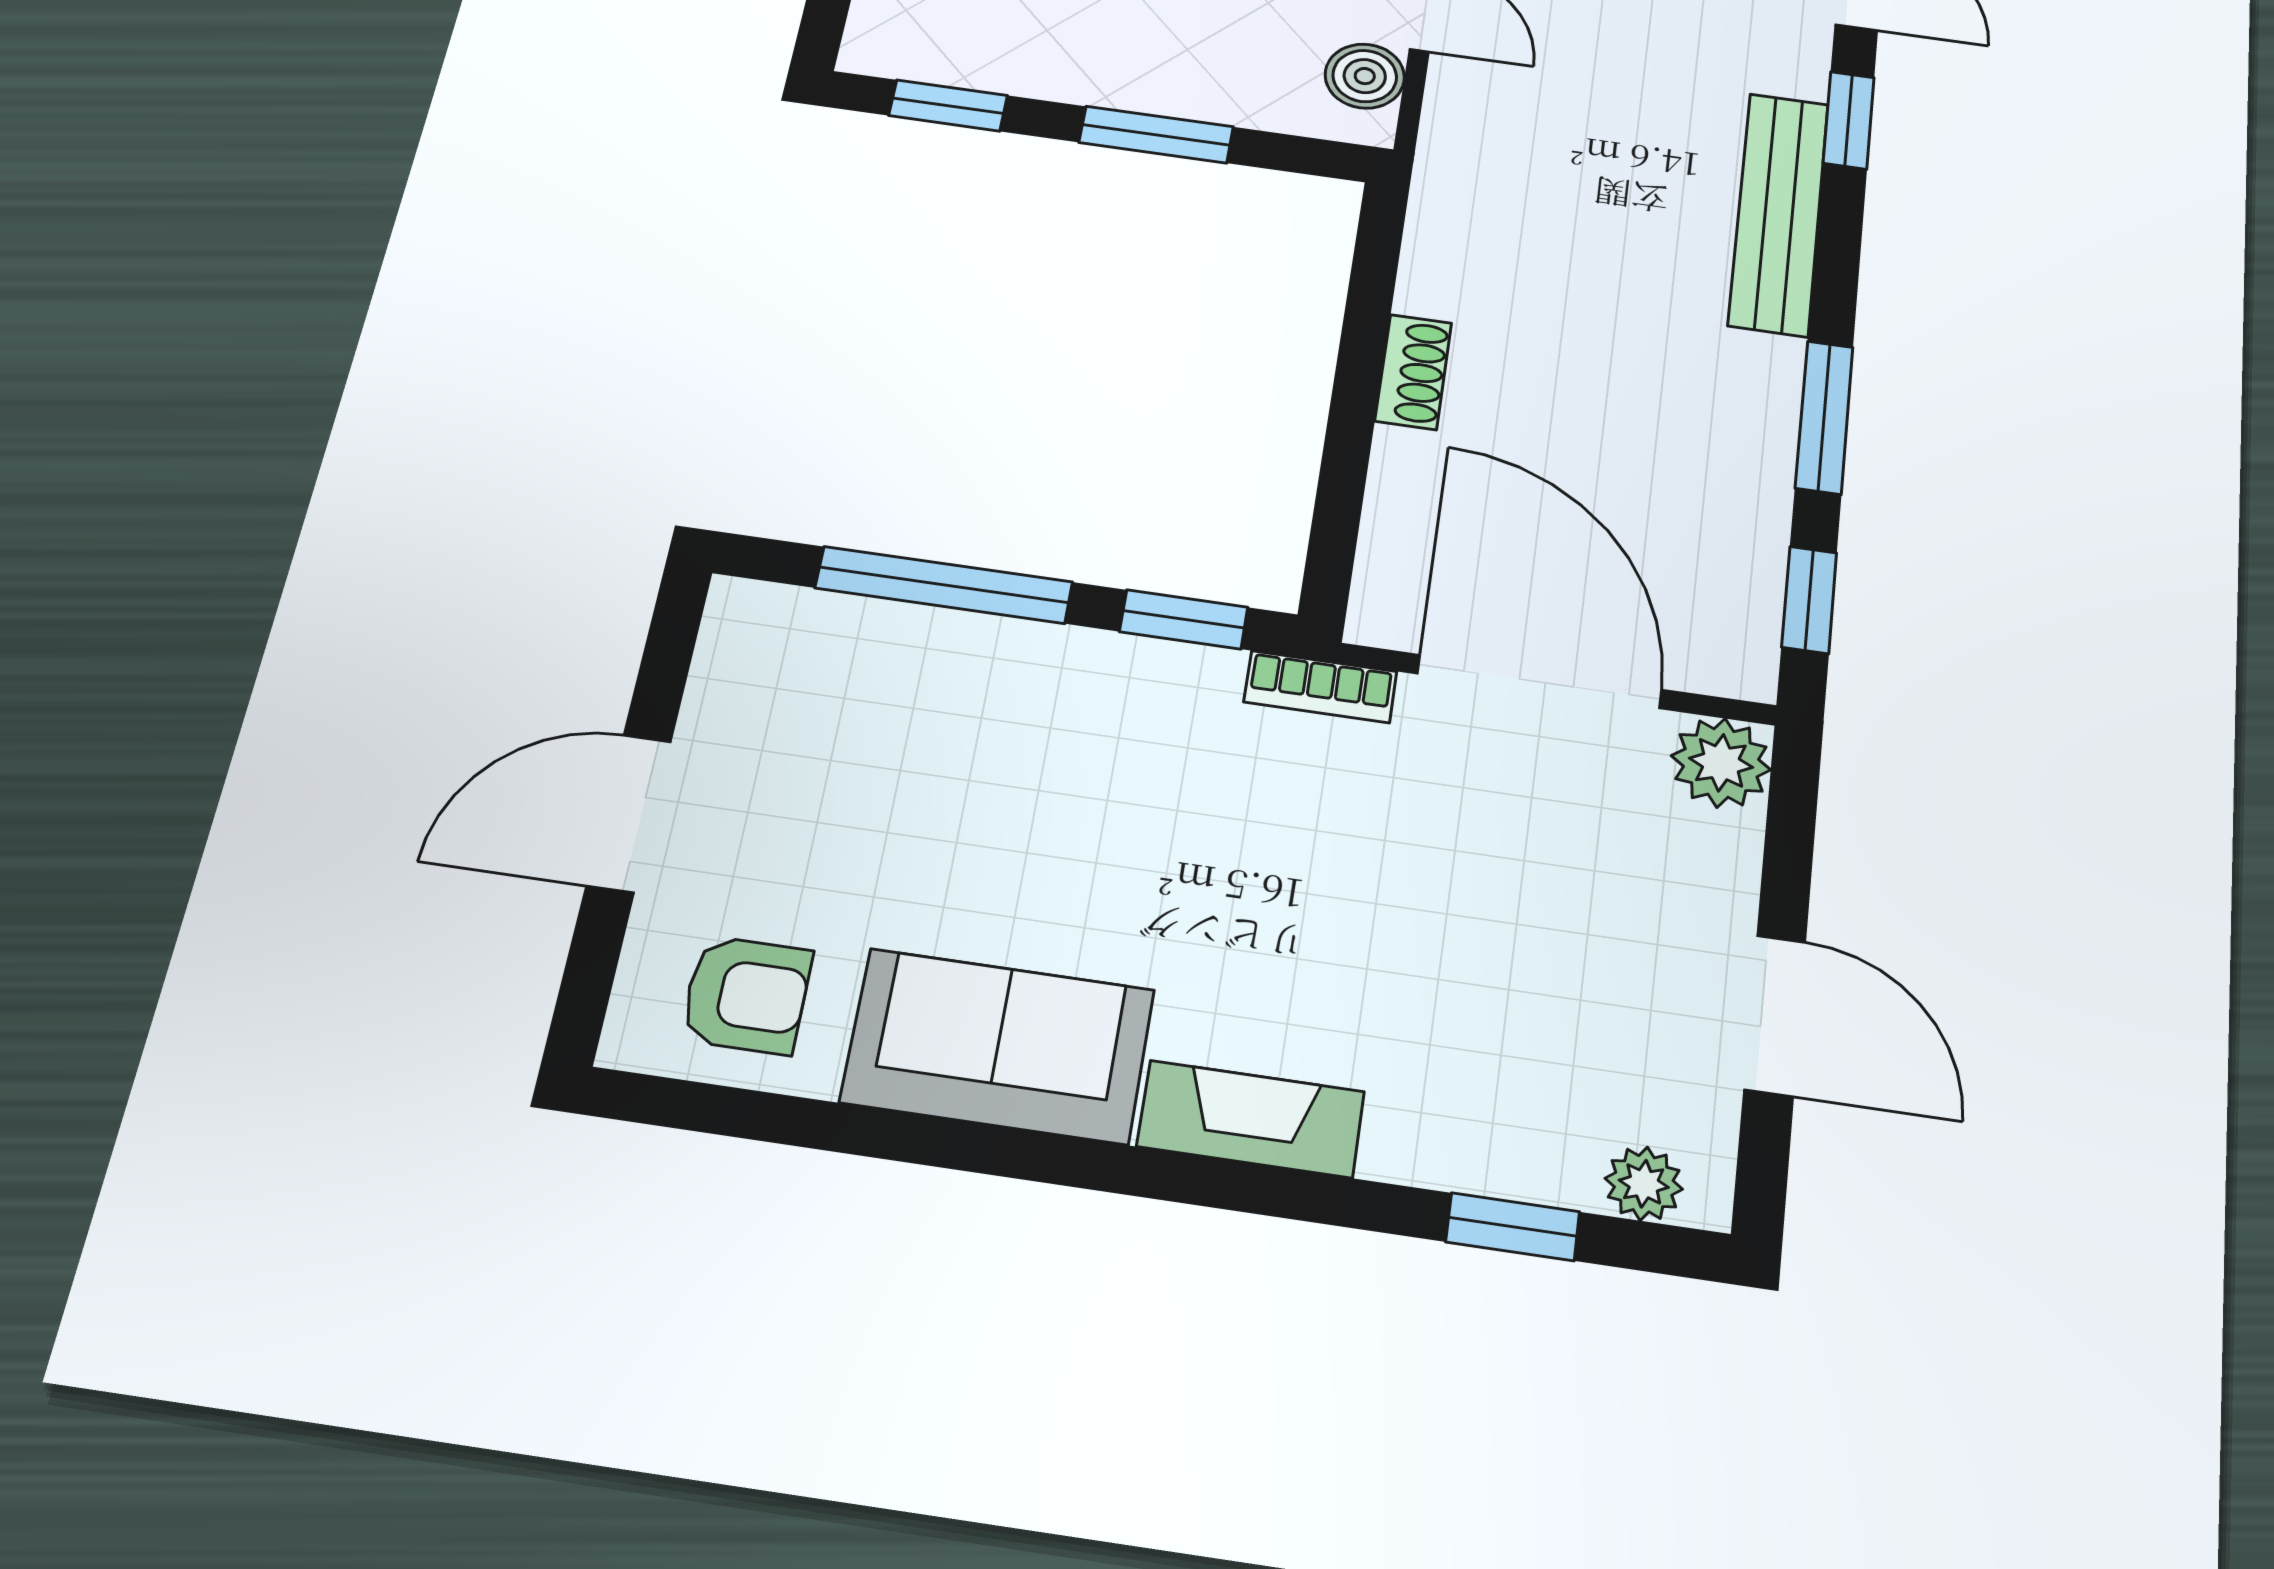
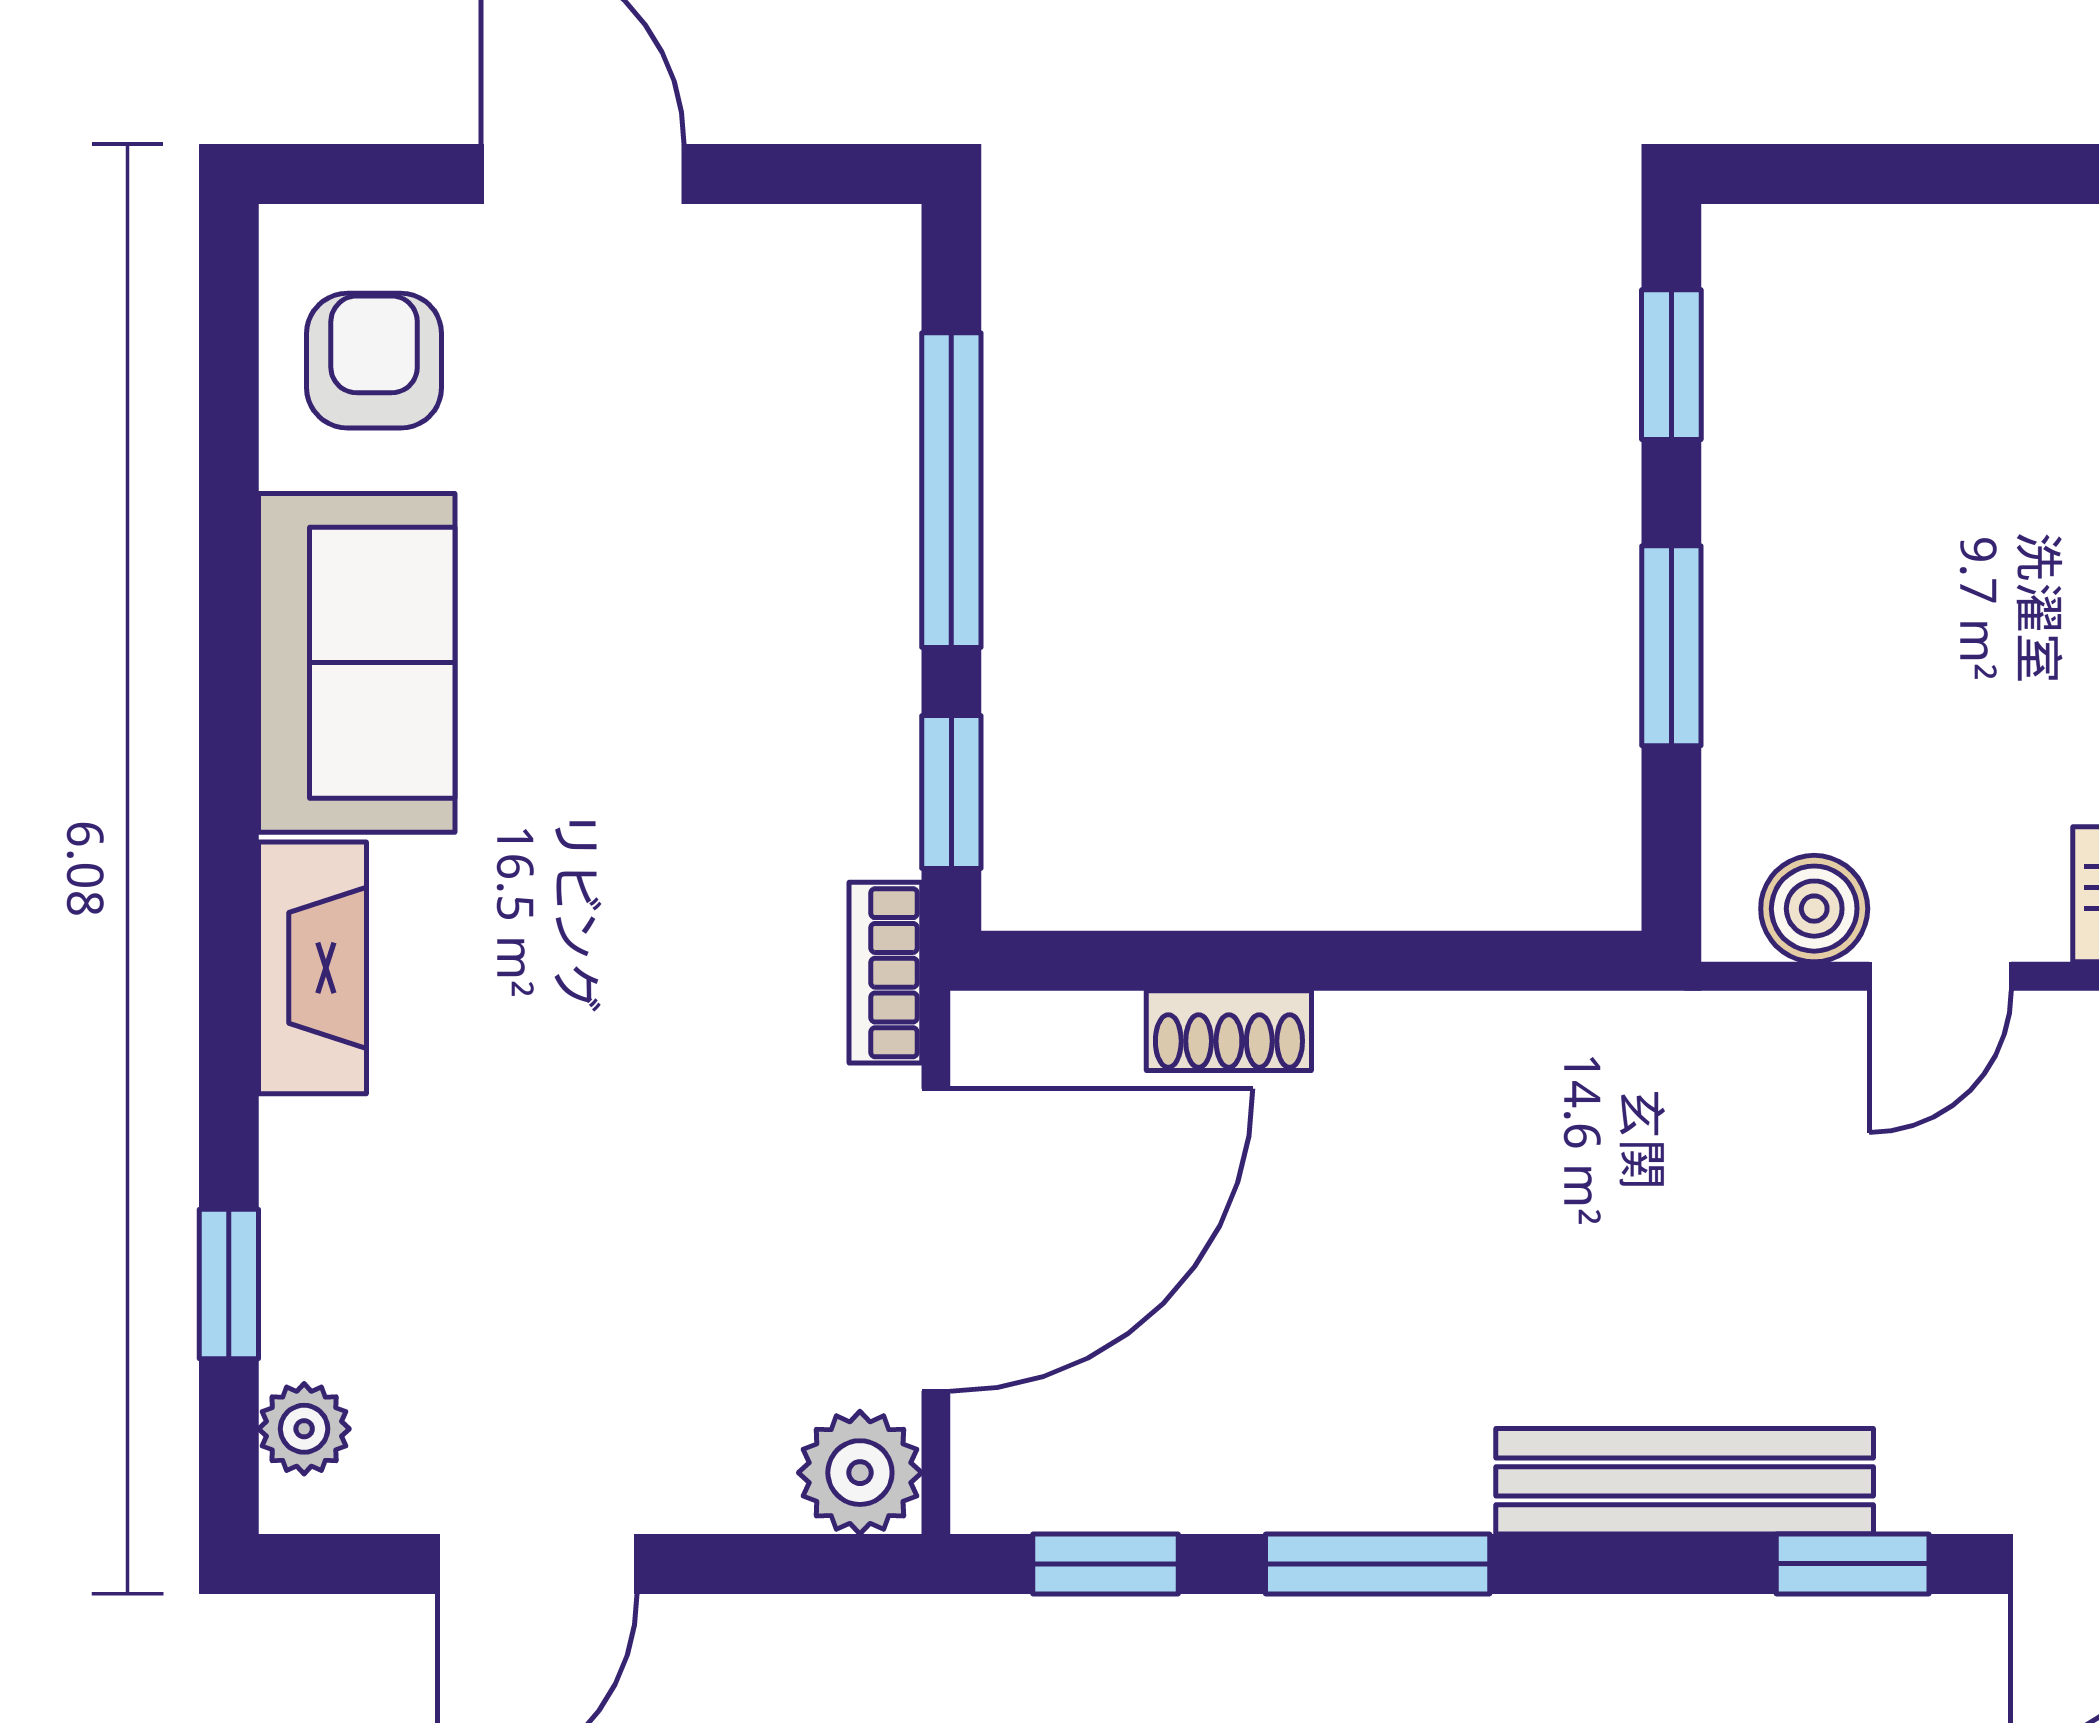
shoe rack: (1413, 372) -> (1229, 1031), moved
armchair: (746, 995) -> (374, 361), turned 180

